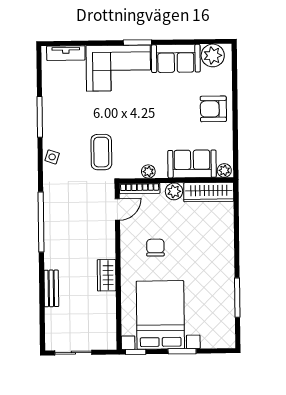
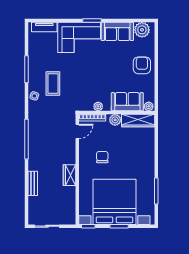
armchair: (213, 109) -> (142, 65), turned 90
coffee table: (101, 152) -> (53, 84), moved
bed with nightstands: (160, 315) -> (114, 202), width x1.36

